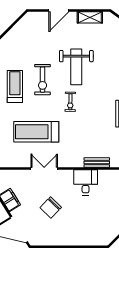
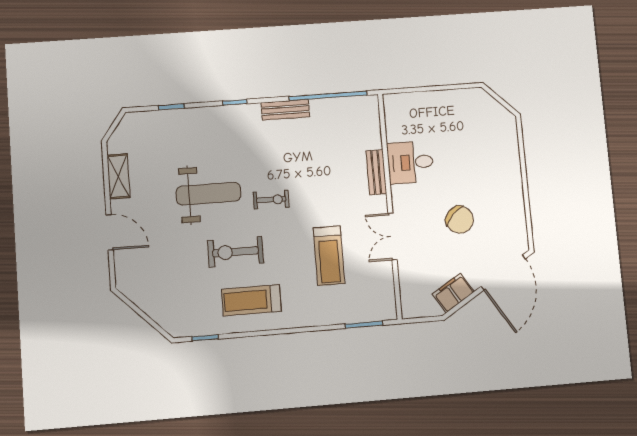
exercise bike: (43, 80) -> (236, 252), turned 180
treadmill: (36, 132) -> (329, 256), width x0.73, depth x0.73
bench: (97, 162) -> (376, 172), moved

